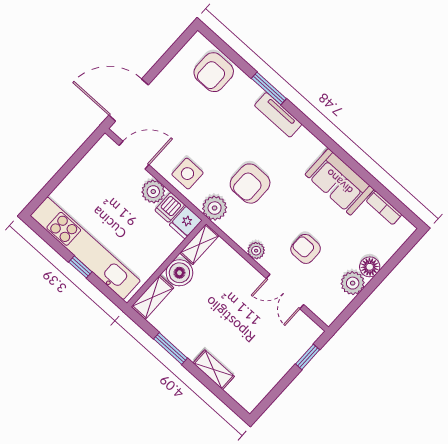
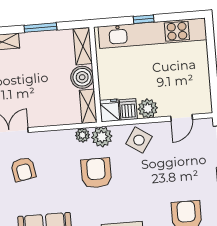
door: (134, 155) -> (182, 118), width x0.73
side table: (187, 174) -> (139, 140), turned 34
armchair: (306, 249) -> (23, 169), turned 80
plant: (256, 251) -> (82, 135), moved

